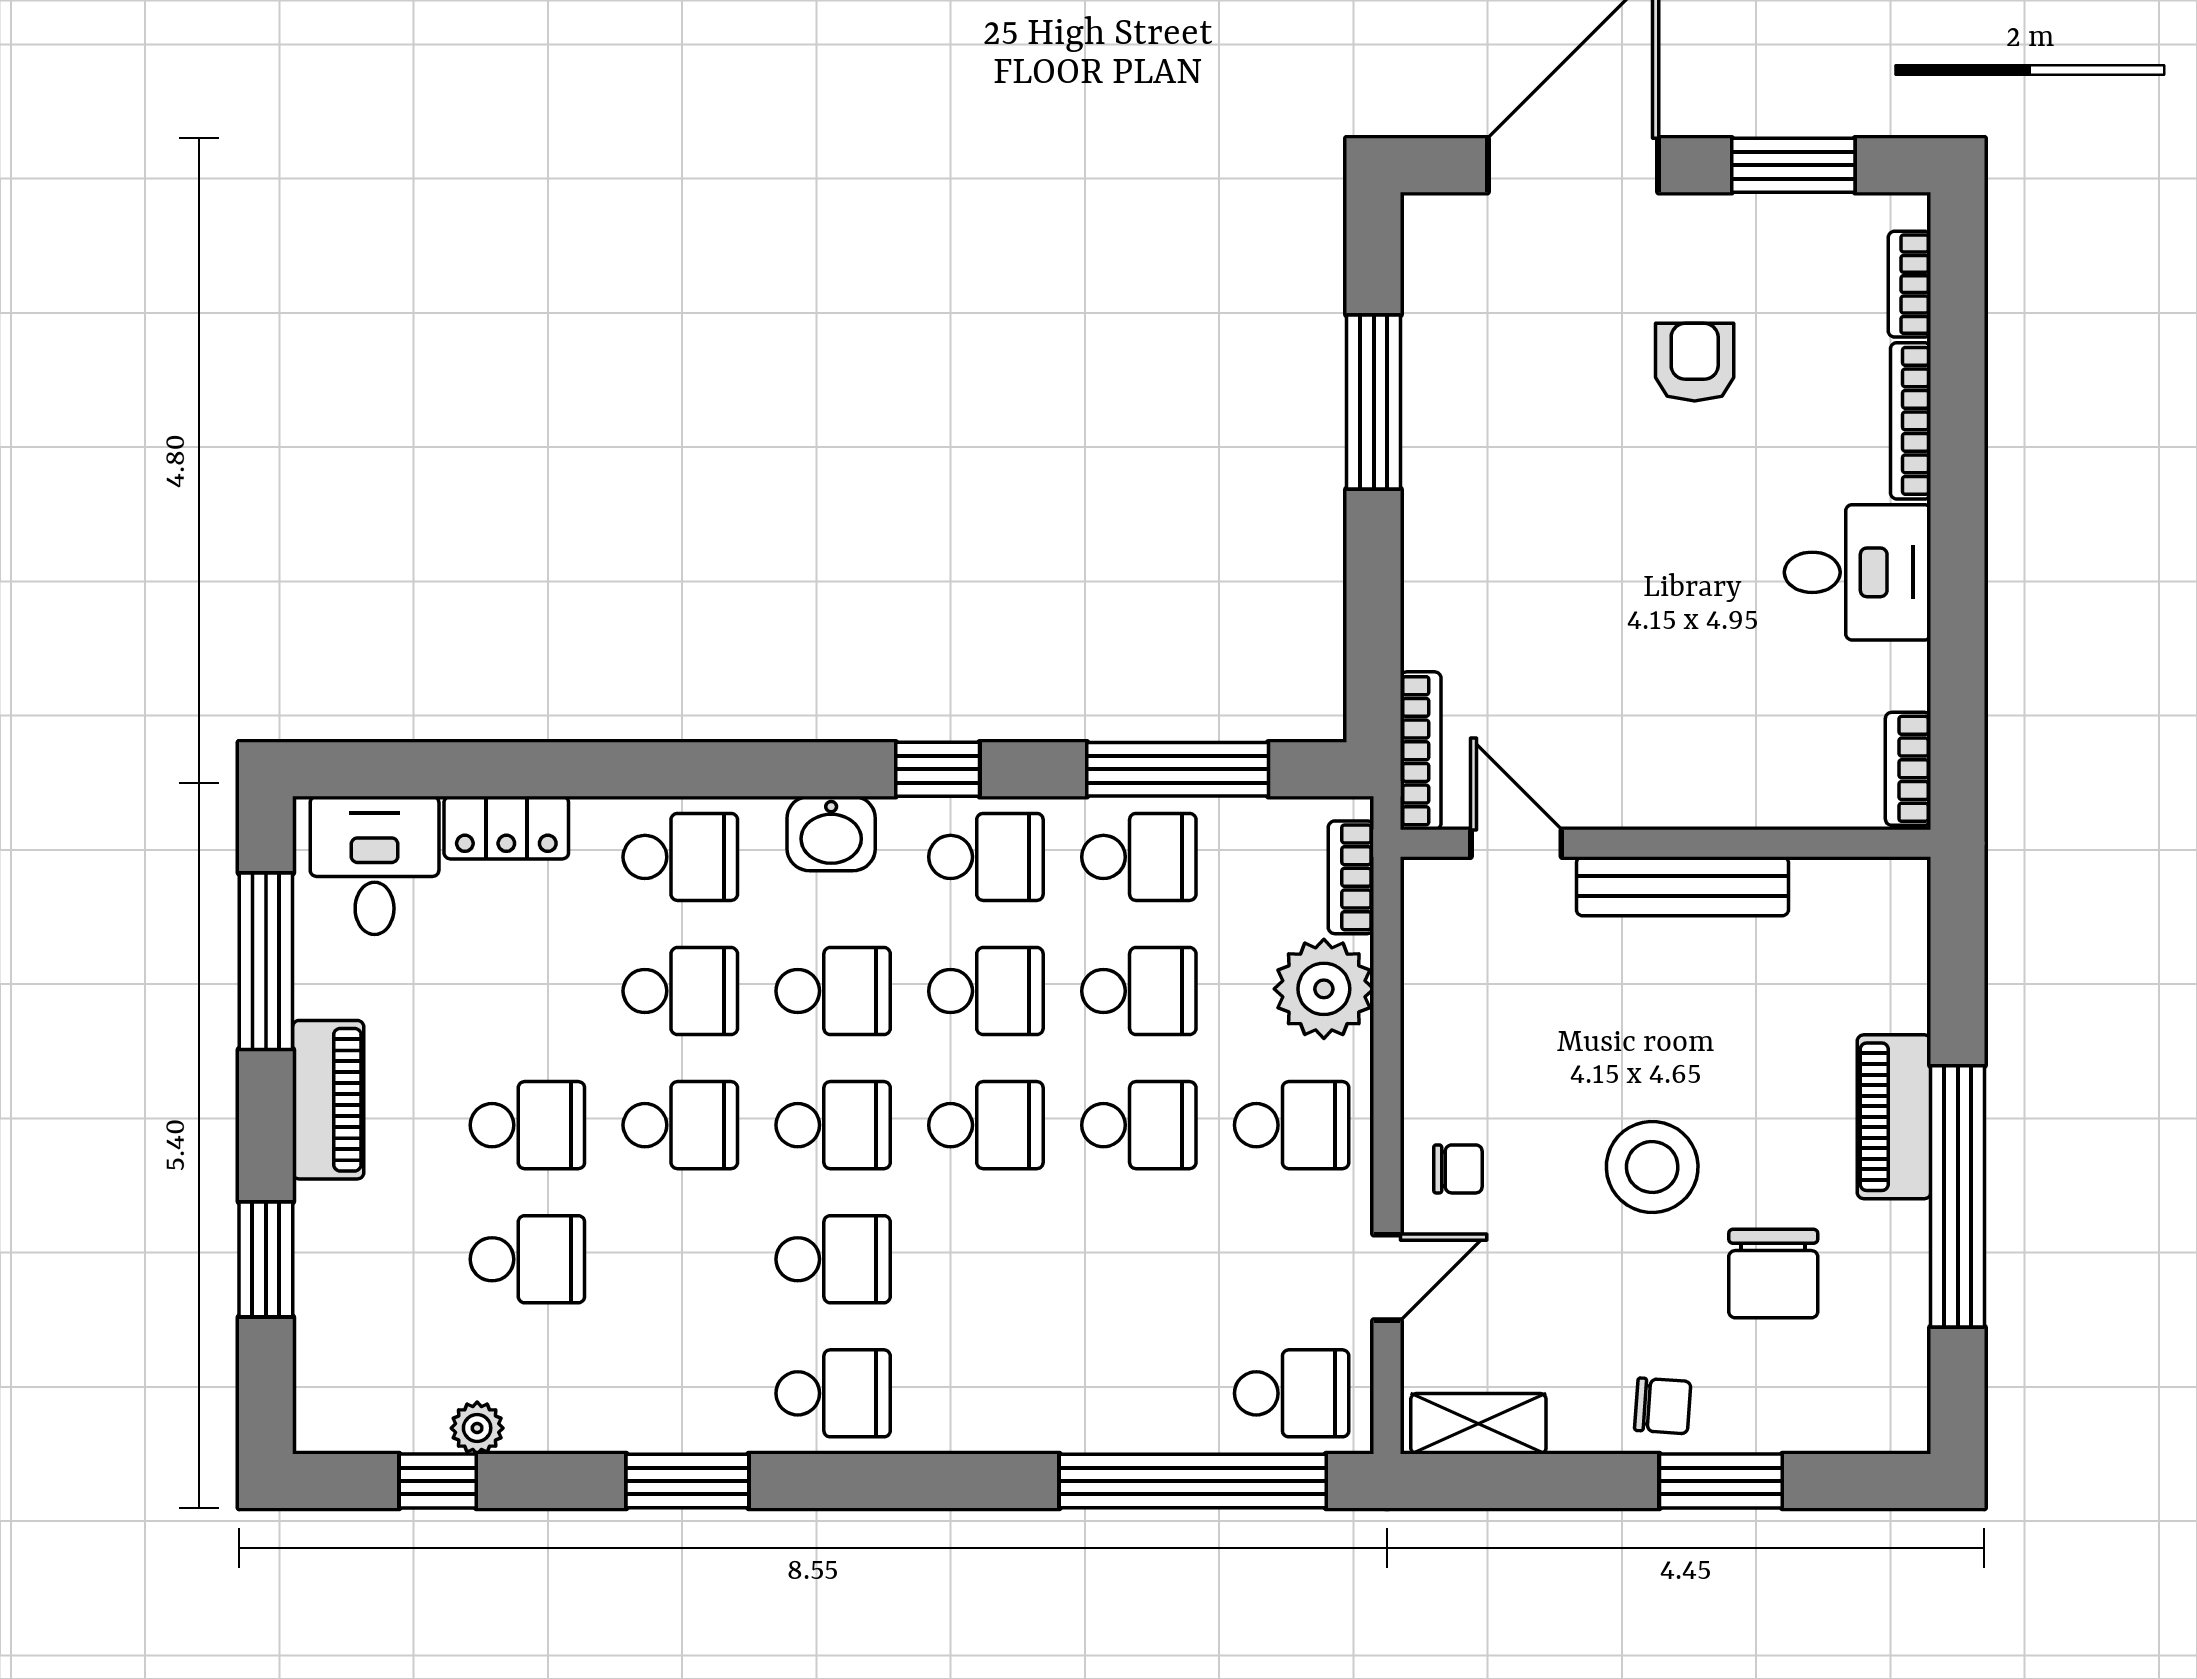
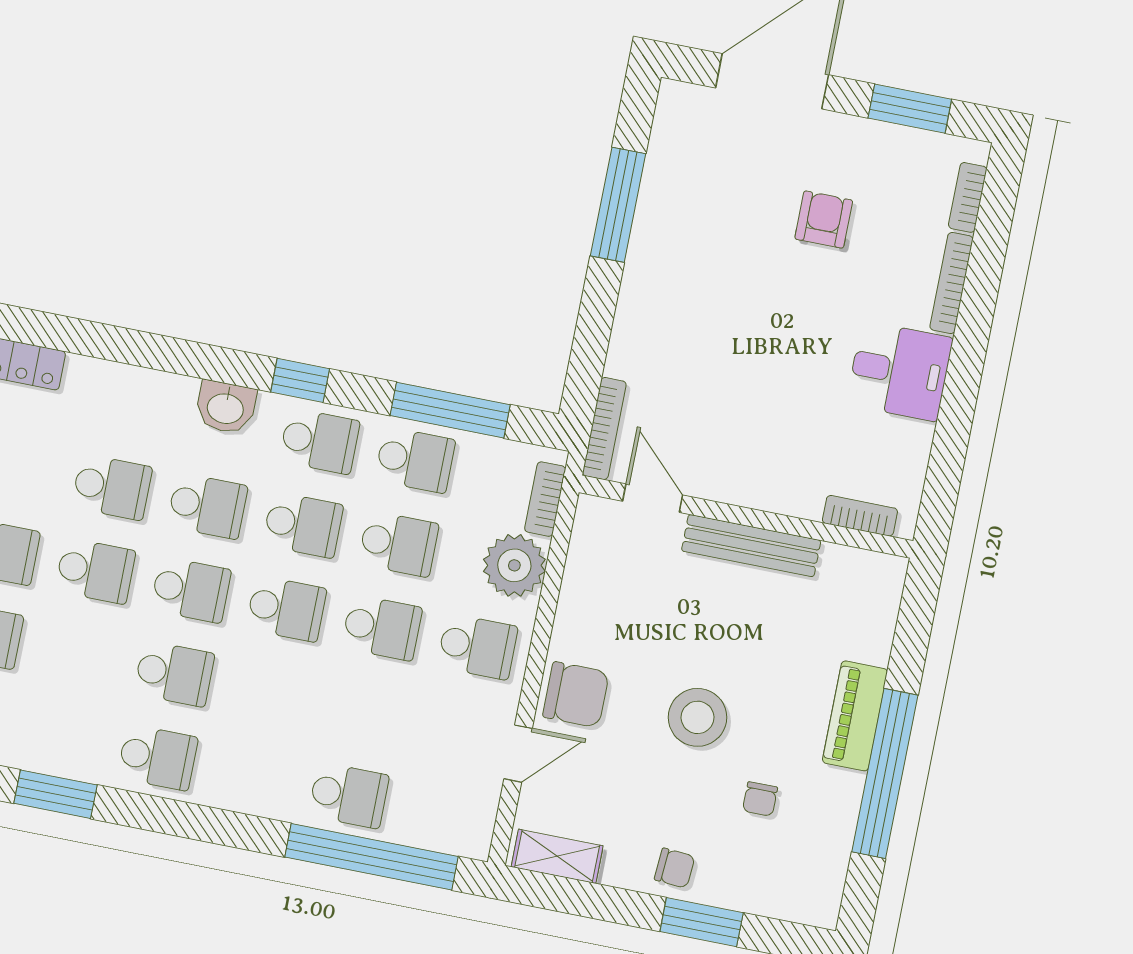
bookcase: (1908, 769) -> (860, 516), moved, turned 90
school desk: (680, 857) -> (128, 403), removed
chair: (1458, 1169) -> (576, 695), width x1.87, depth x1.87
chair: (1773, 1274) -> (760, 799), width x0.54, depth x0.54
school desk: (1292, 1393) -> (349, 795), moved

